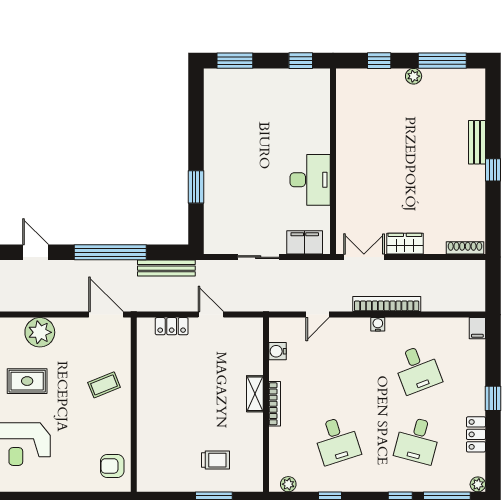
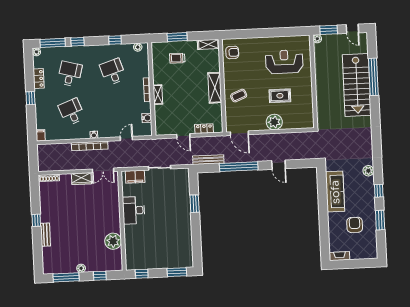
plant: (351, 124) -> (113, 241), added
shelving: (148, 402) -> (215, 88), added
shelving: (156, 483) -> (208, 44), added

